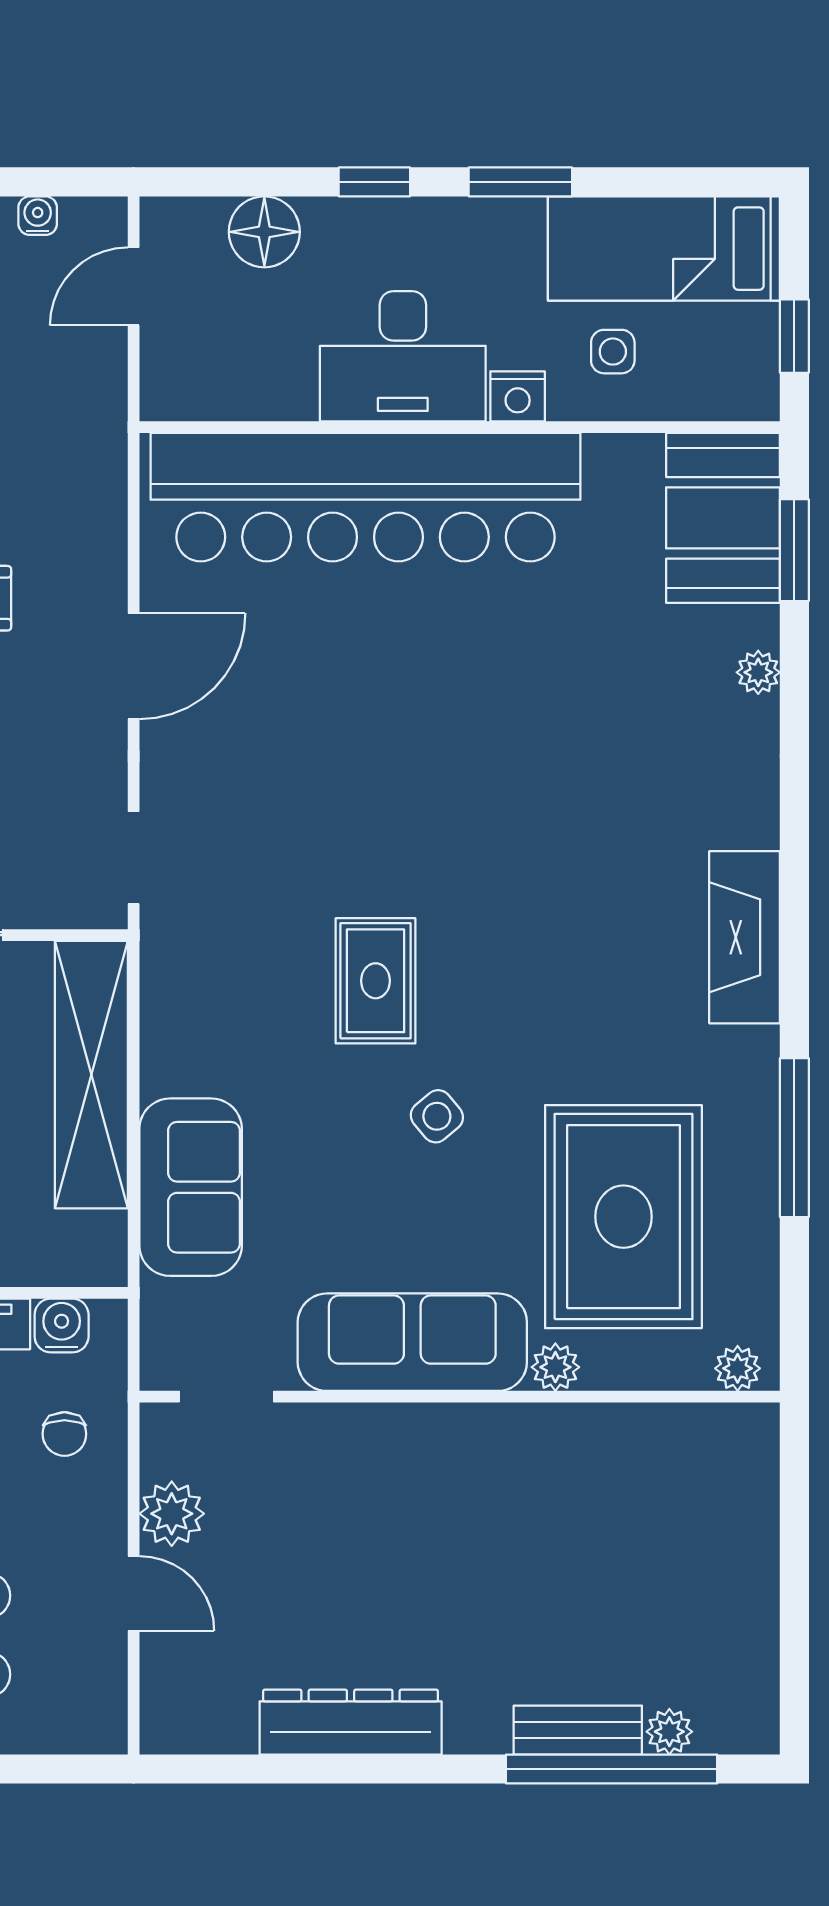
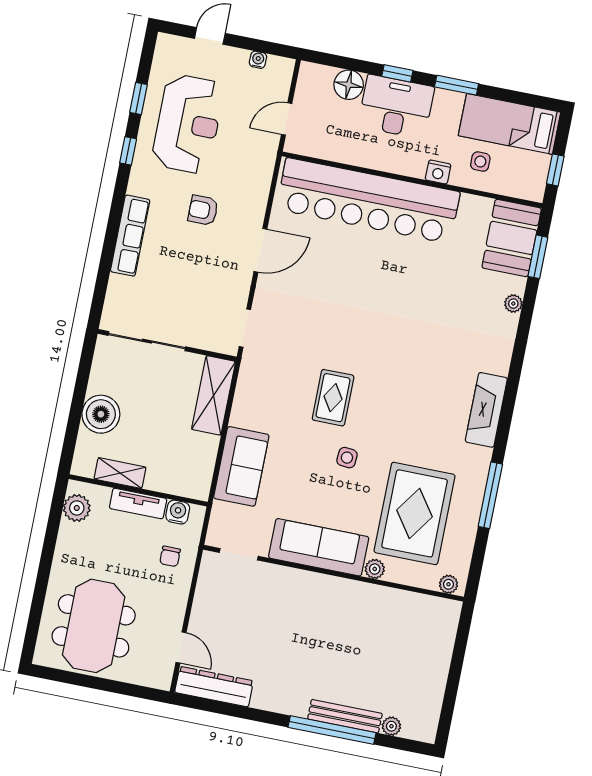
door: (134, 286) -> (287, 119), moved
desk: (403, 356) -> (396, 107), moved, turned 180
shelving: (91, 1075) -> (214, 395), width x0.68
side table: (437, 1116) -> (347, 458), turned 45
plant: (172, 1514) -> (207, 597), removed
door: (134, 1594) -> (181, 648), moved
dresser: (351, 1722) -> (214, 687), moved
bench: (578, 1730) -> (345, 716), width x1.36
window: (612, 1769) -> (332, 730), moved

